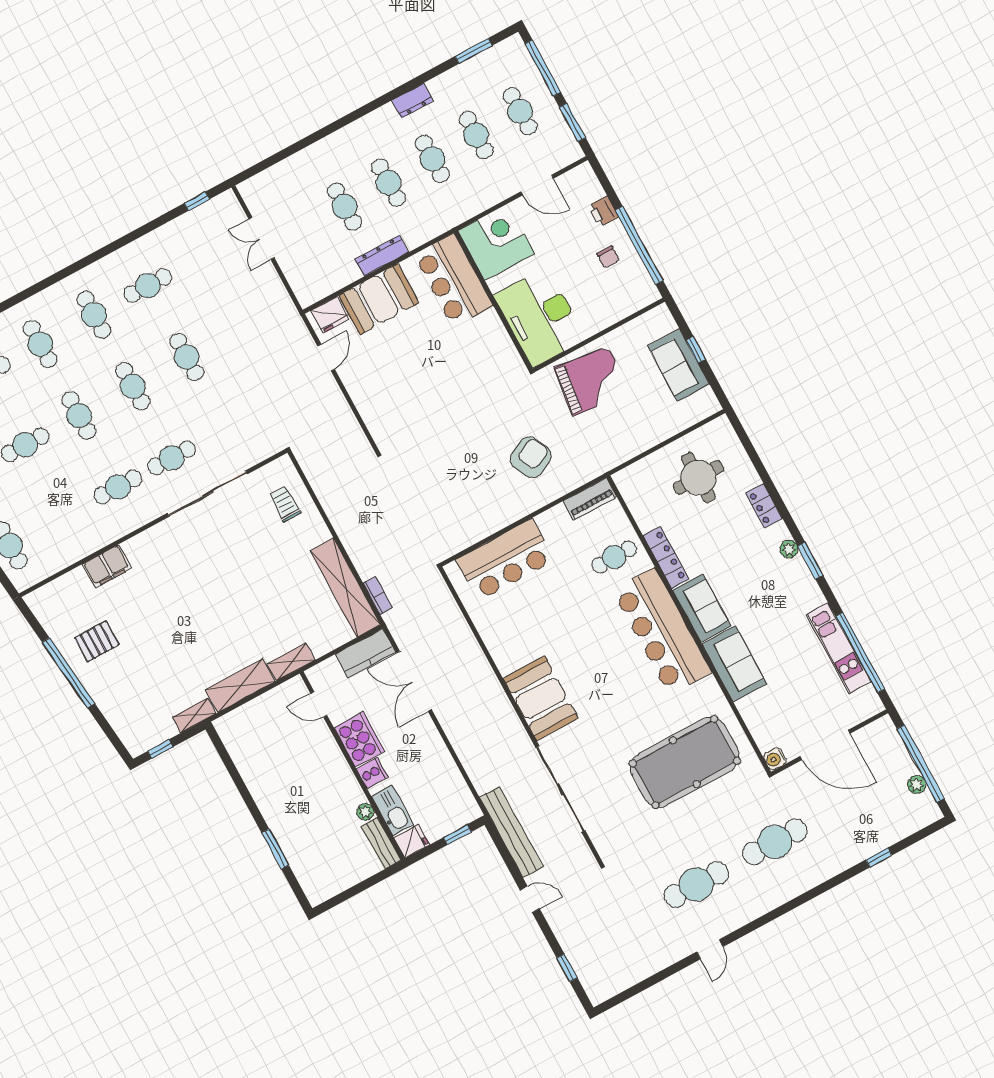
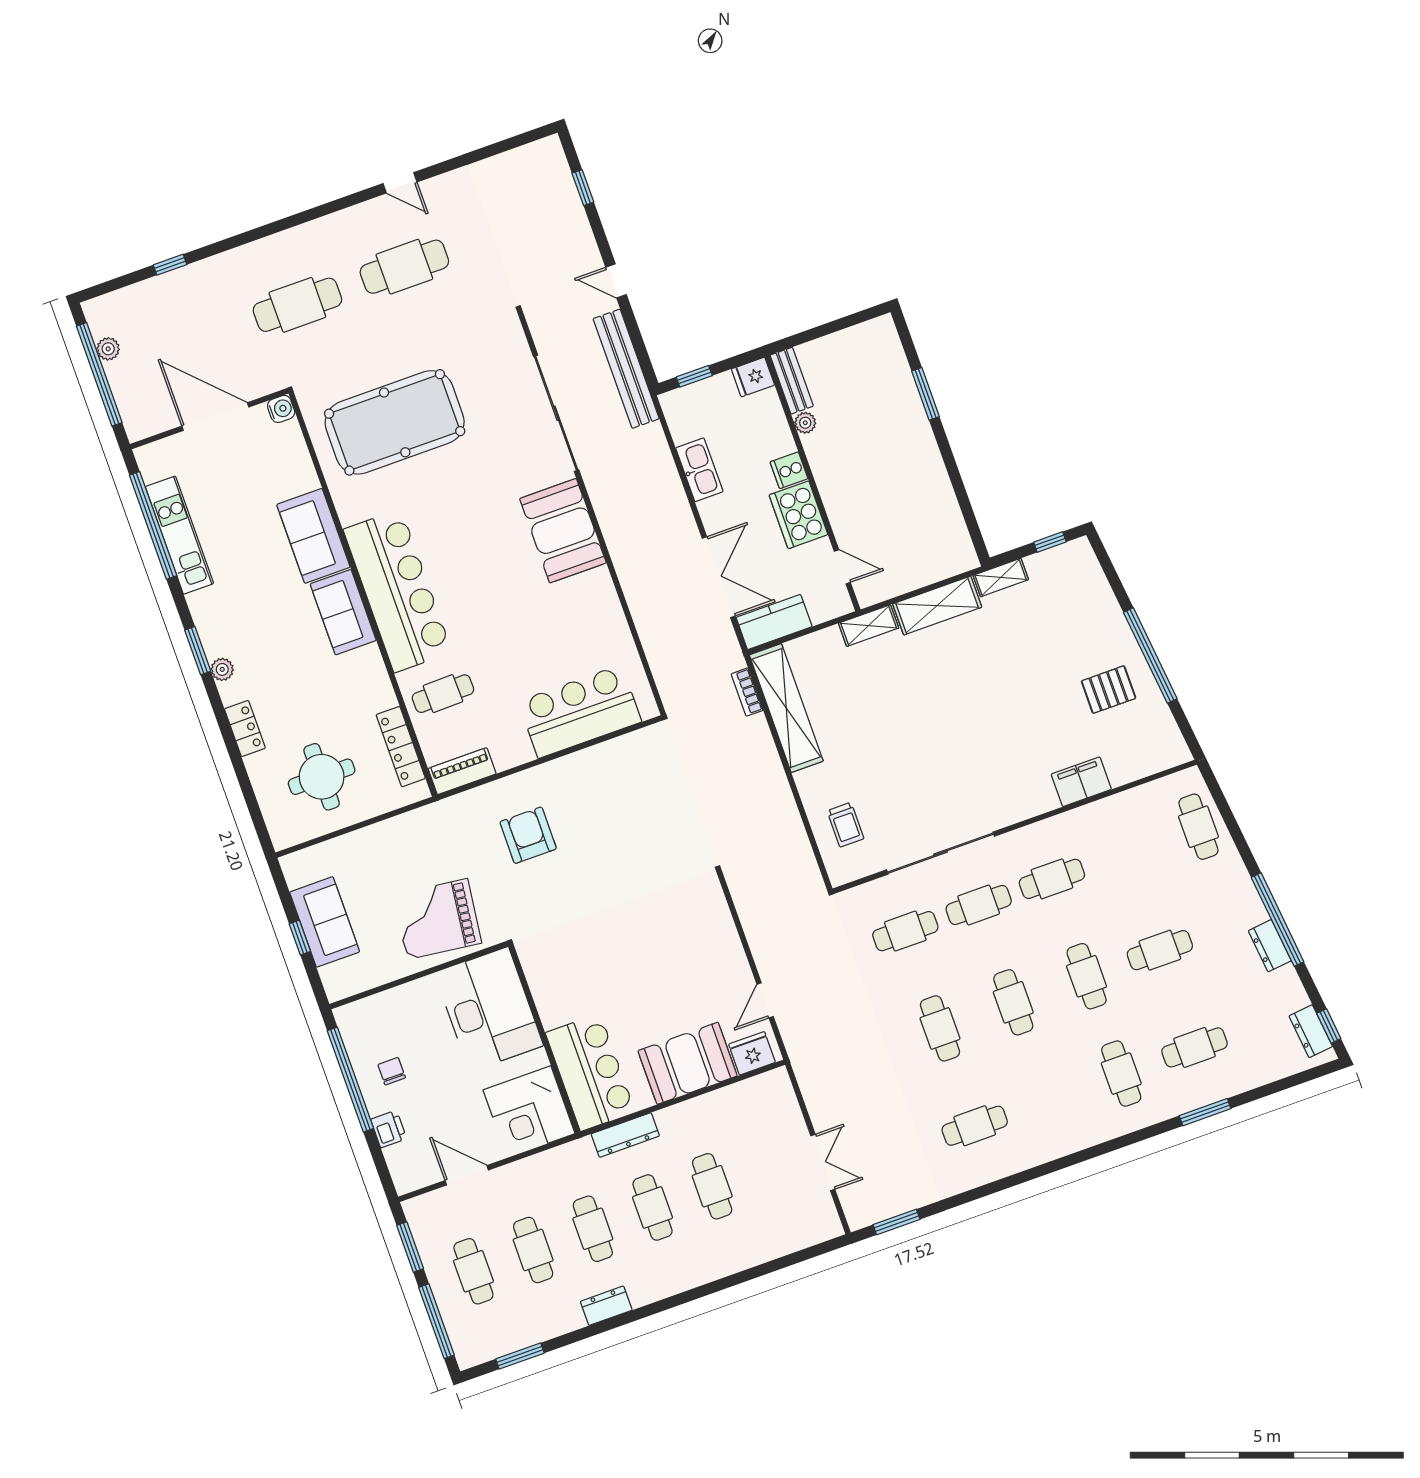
window: (197, 201) -> (897, 1222), width x1.50
dresser: (382, 256) -> (625, 1135), moved
cafe table: (94, 315) -> (905, 931), moved, turned 90
armchair: (531, 457) -> (528, 835), turned 116
locker: (666, 557) -> (401, 747), moved
kitchen sink: (392, 810) -> (699, 470), moved, turned 180
door: (710, 949) -> (400, 183), swing flipped

